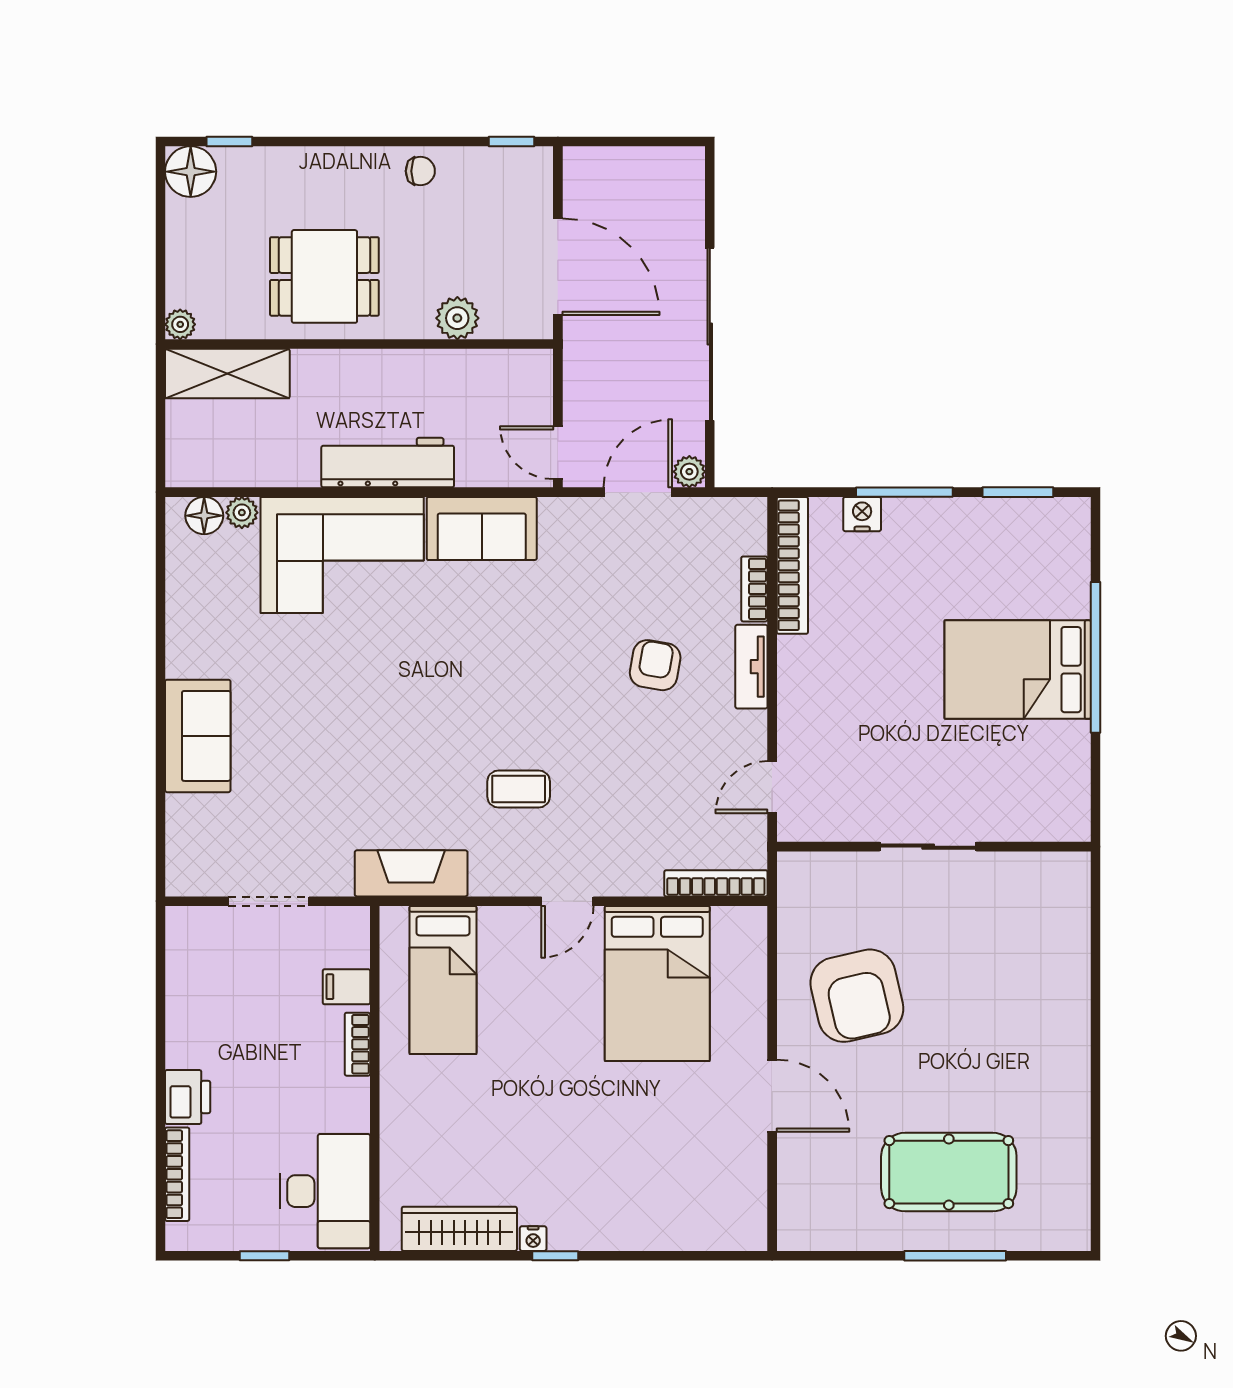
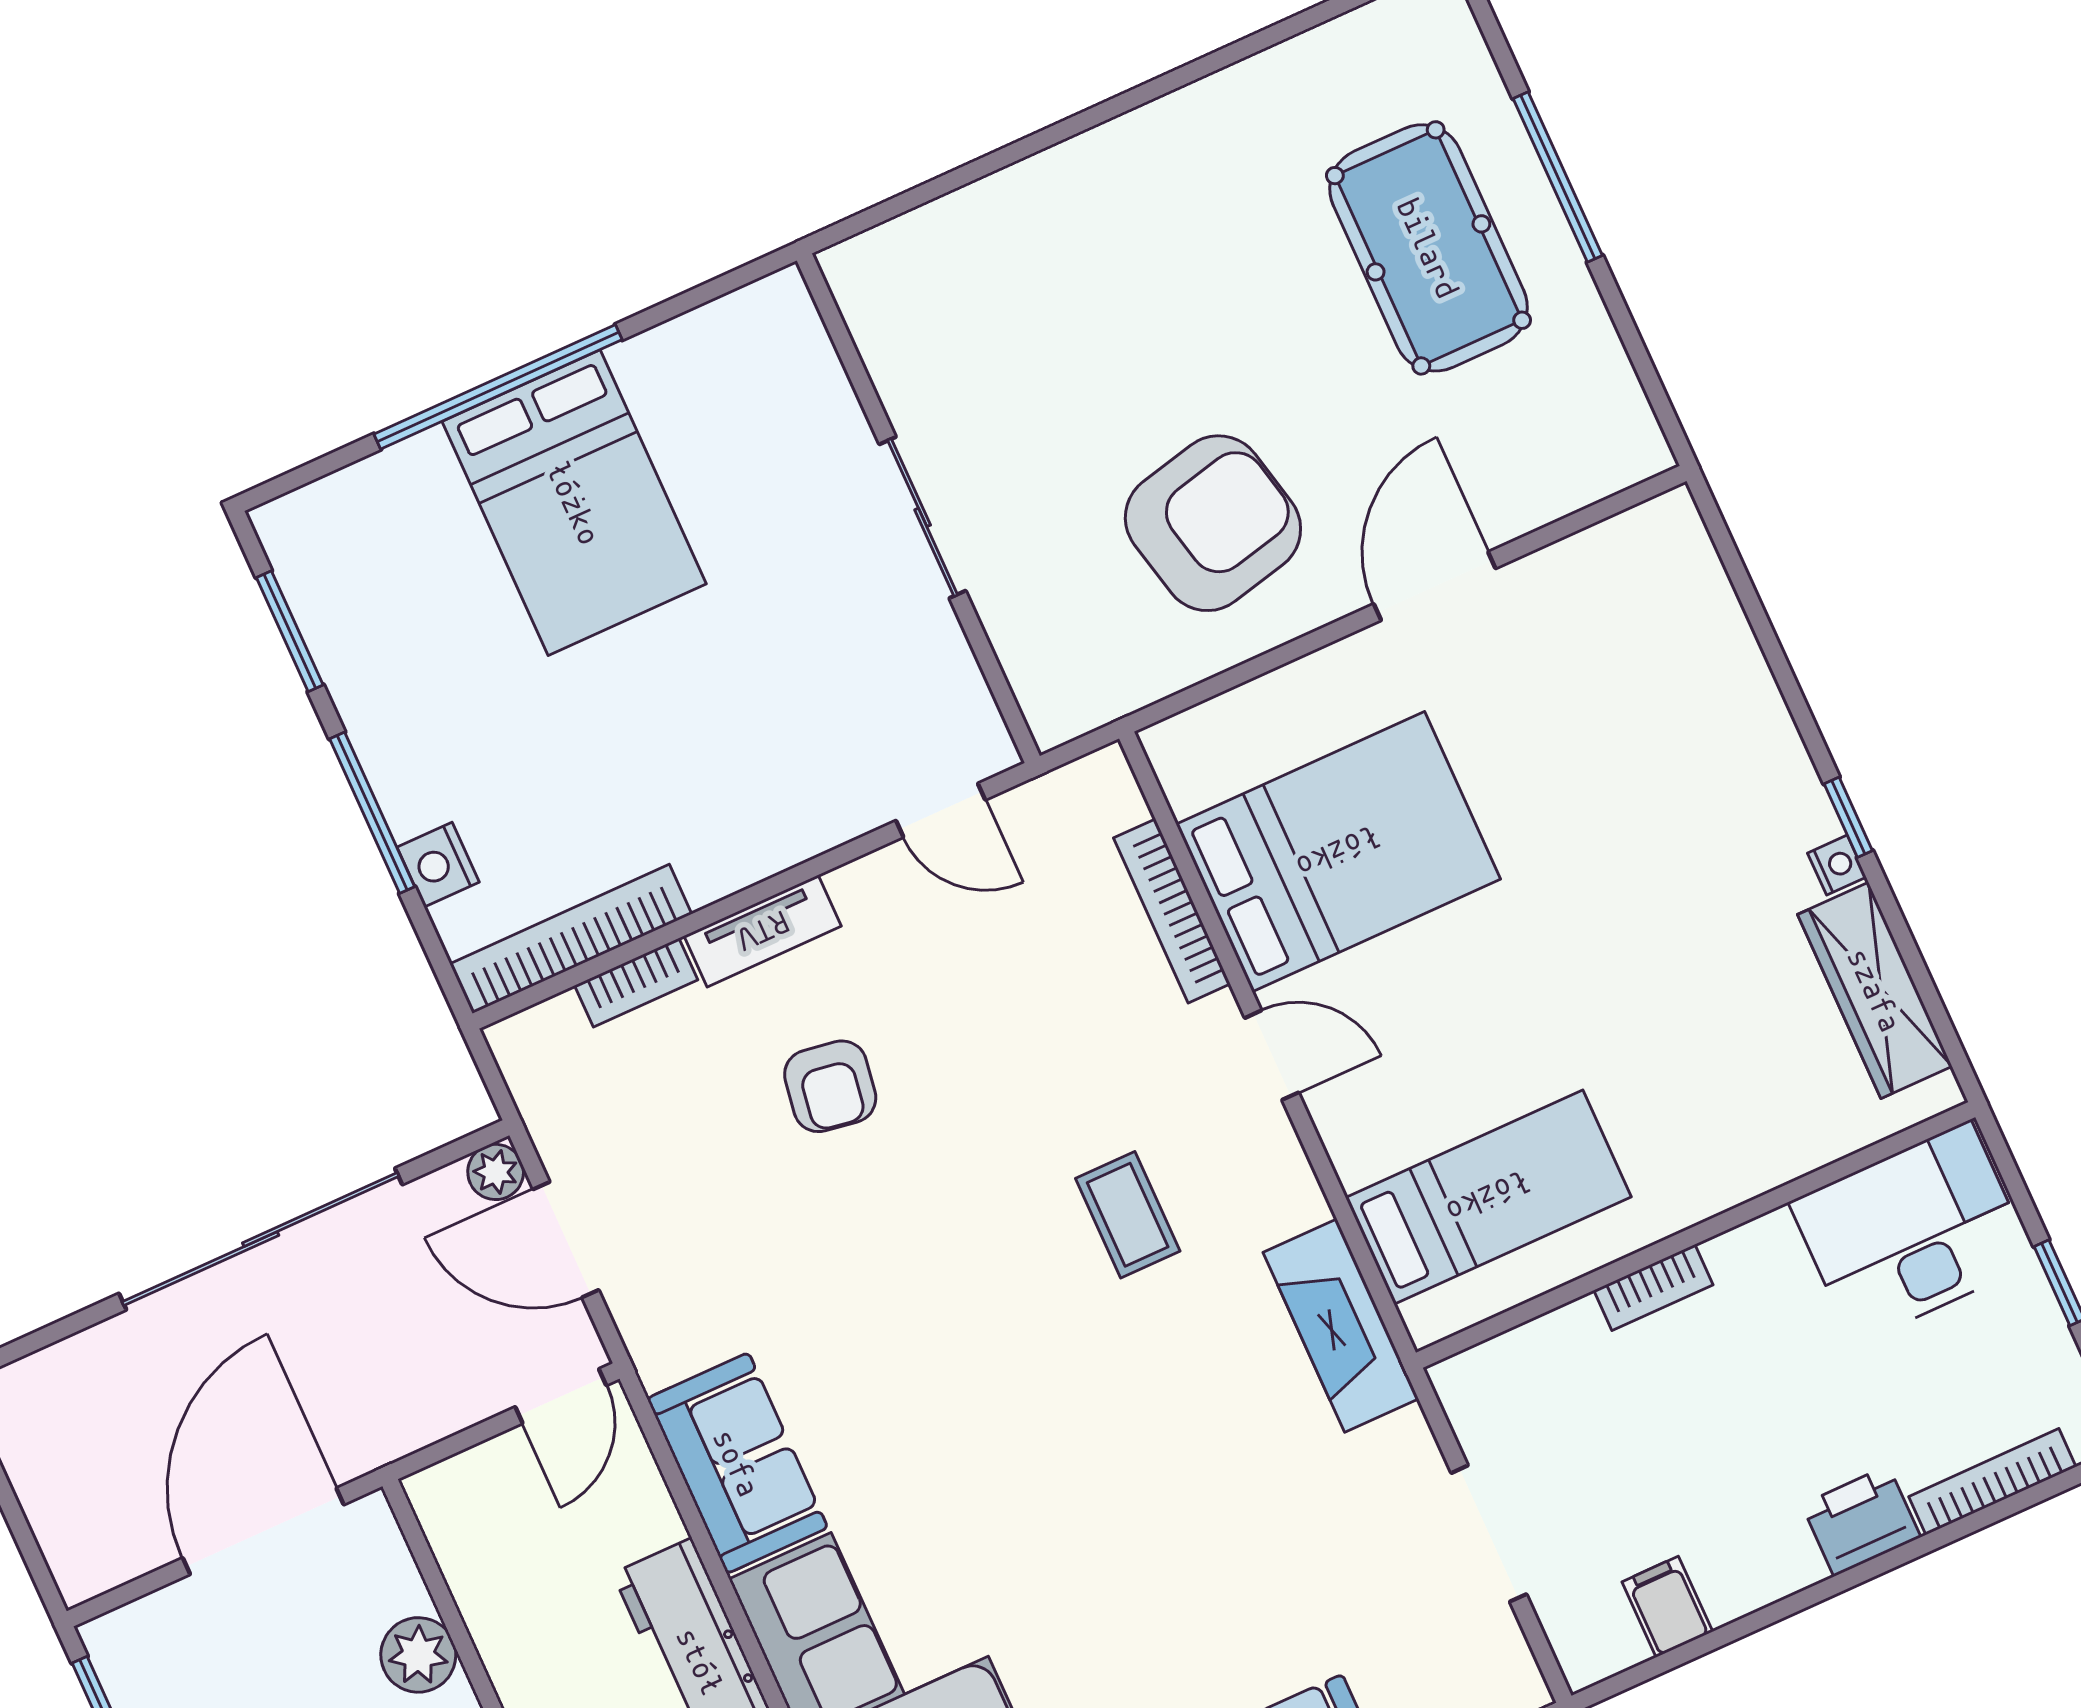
armchair: (655, 665) -> (830, 1086), turned -91
bookcase: (716, 883) -> (1172, 911), moved
filing cabinet: (346, 987) -> (1667, 1607), moved, turned 180

